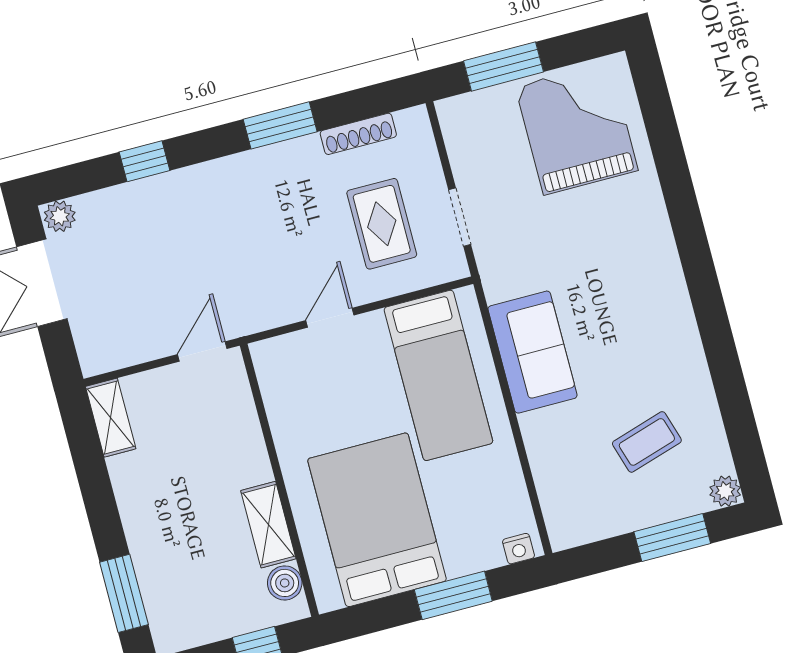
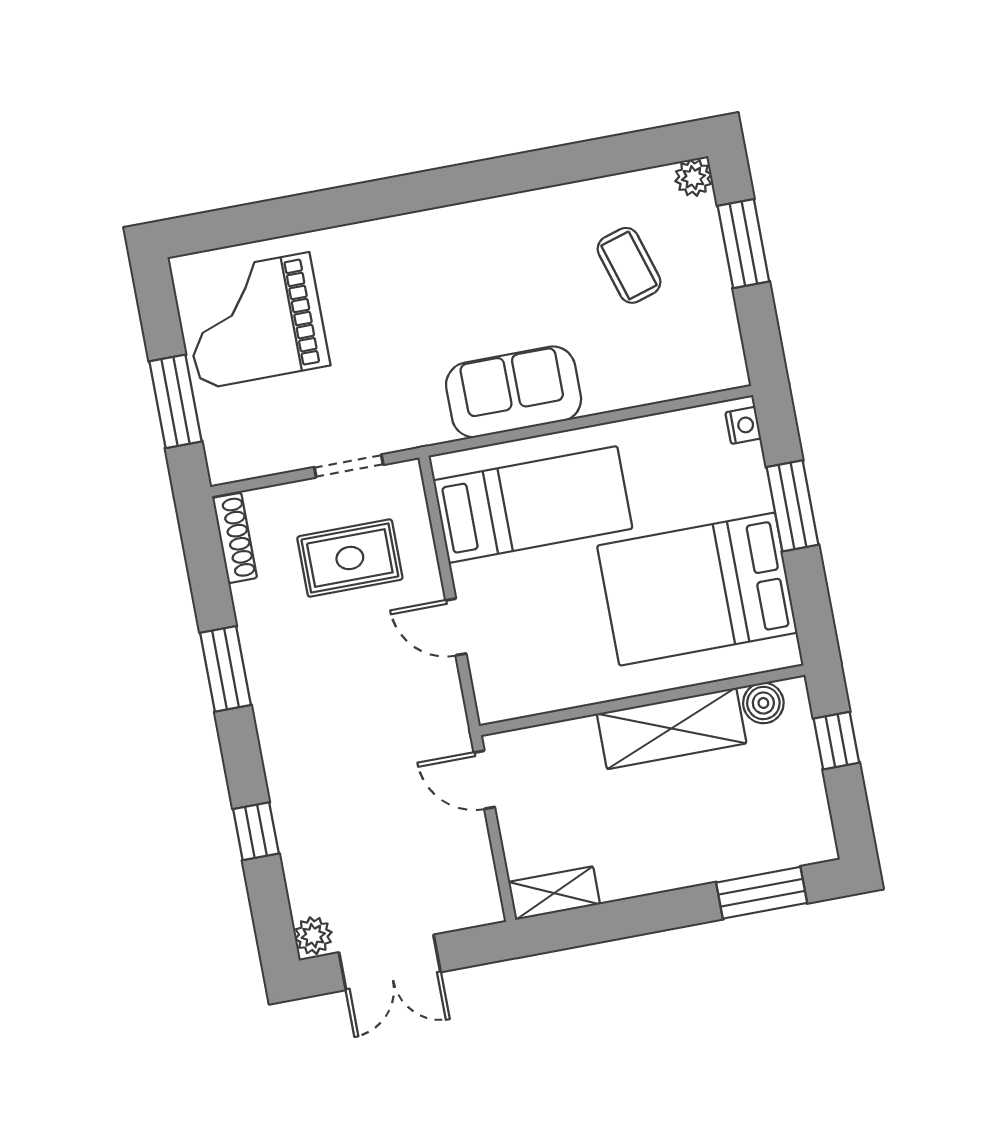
shoe rack: (358, 134) -> (235, 538), moved
shelving: (268, 525) -> (672, 728), width x1.50, depth x1.33

